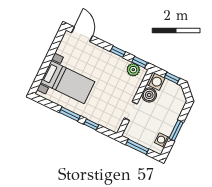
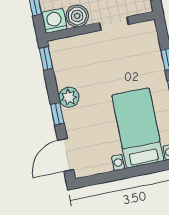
window: (118, 52) -> (57, 114), moved
plant: (133, 70) -> (69, 97), moved

